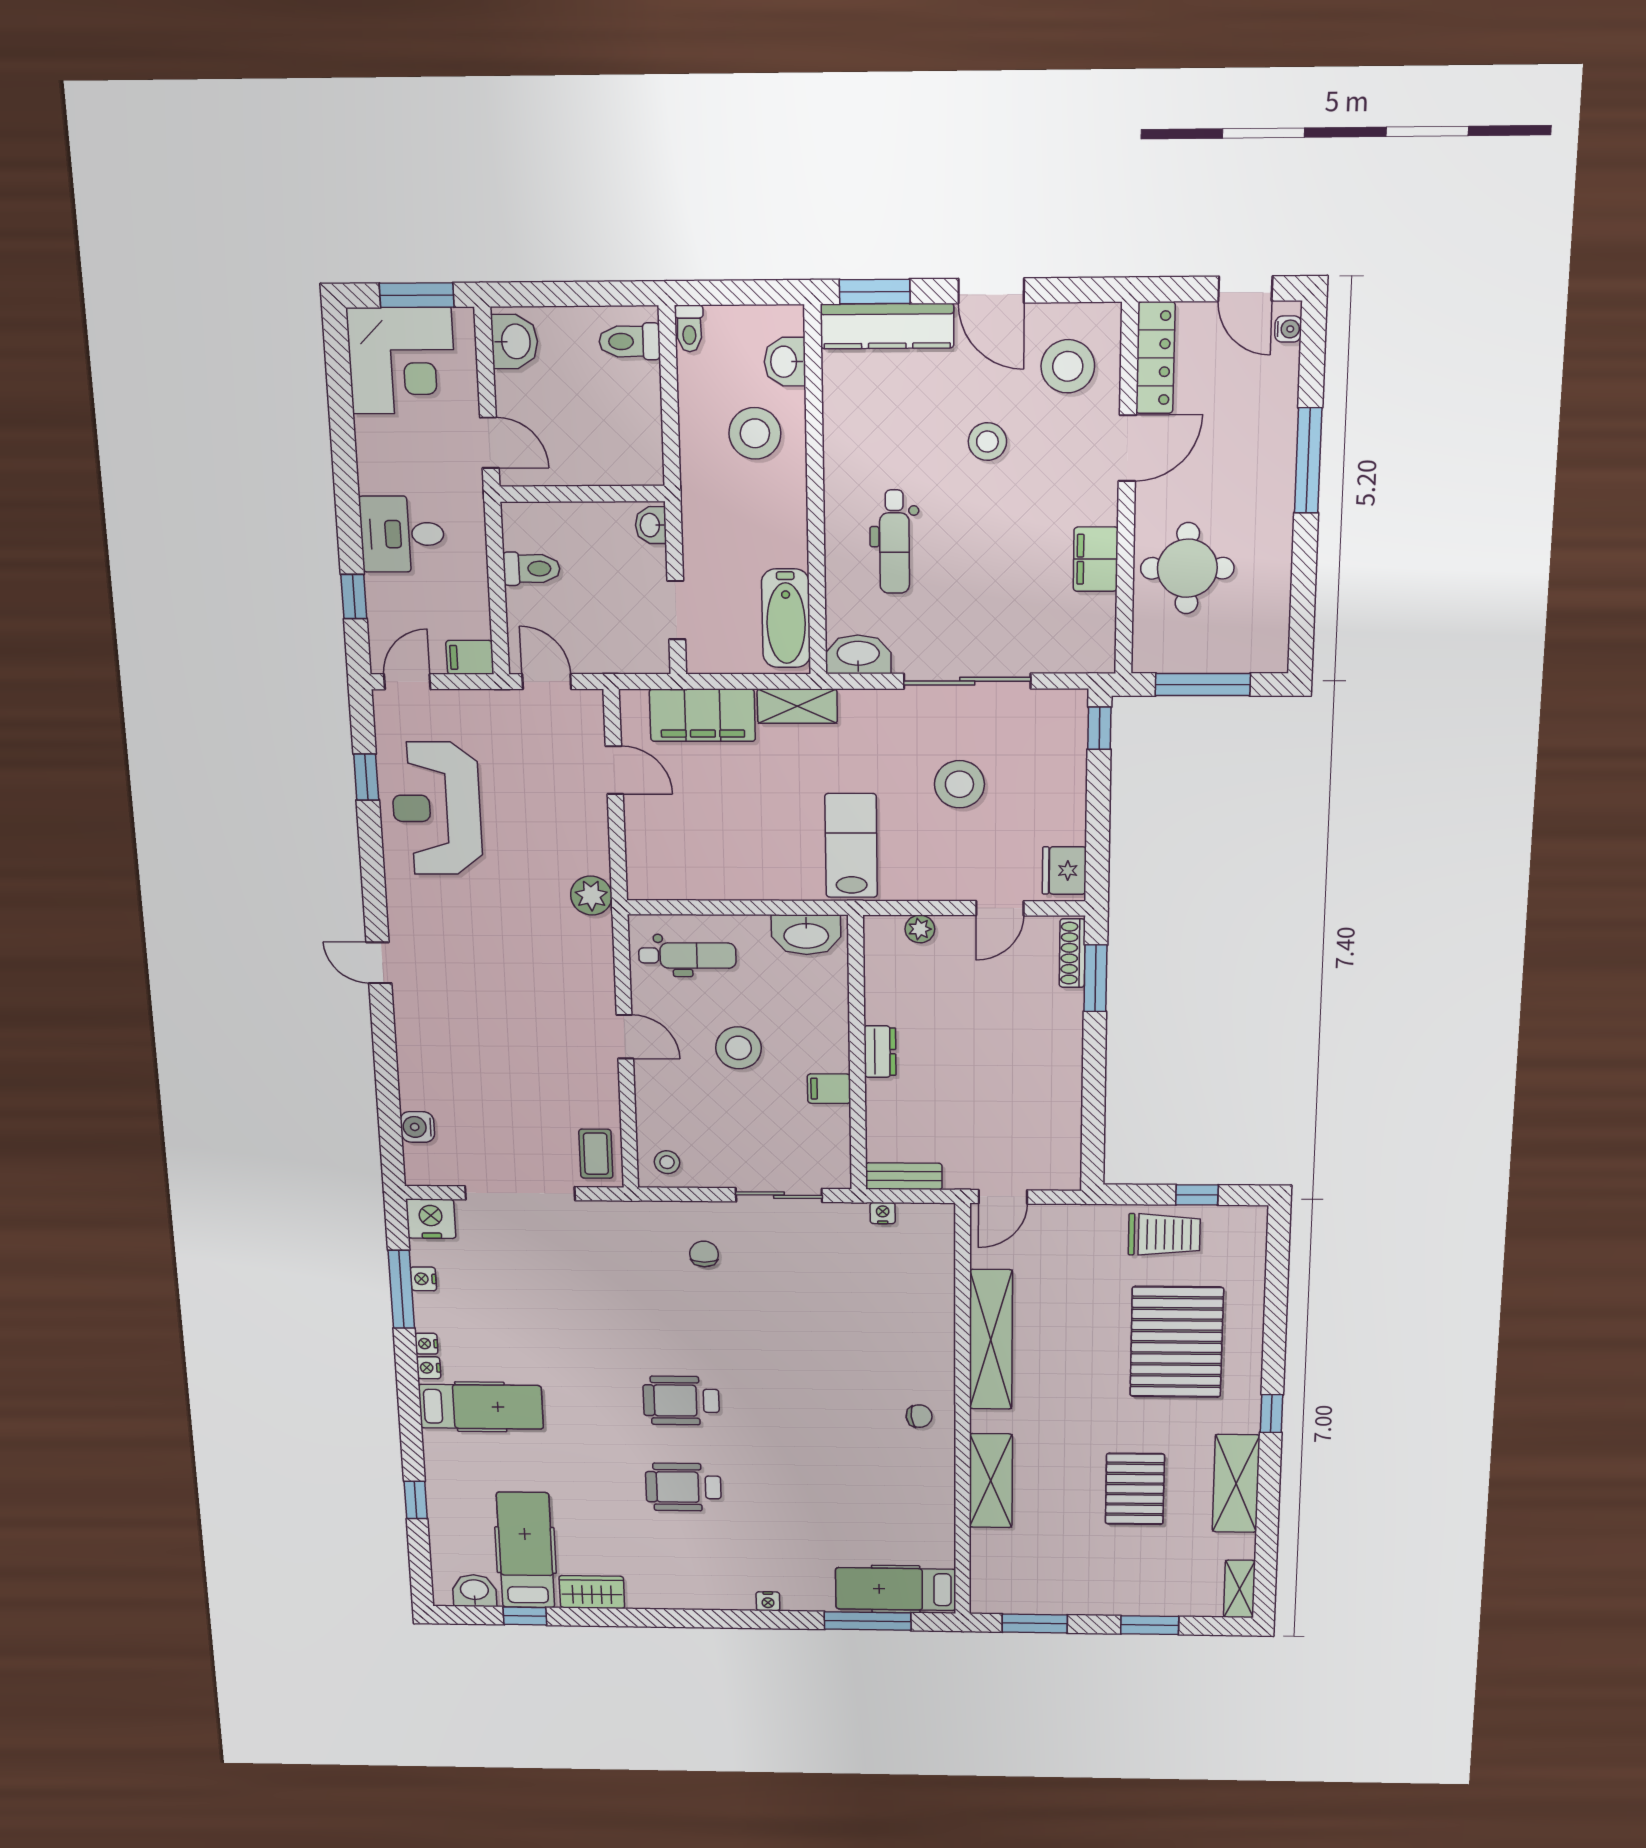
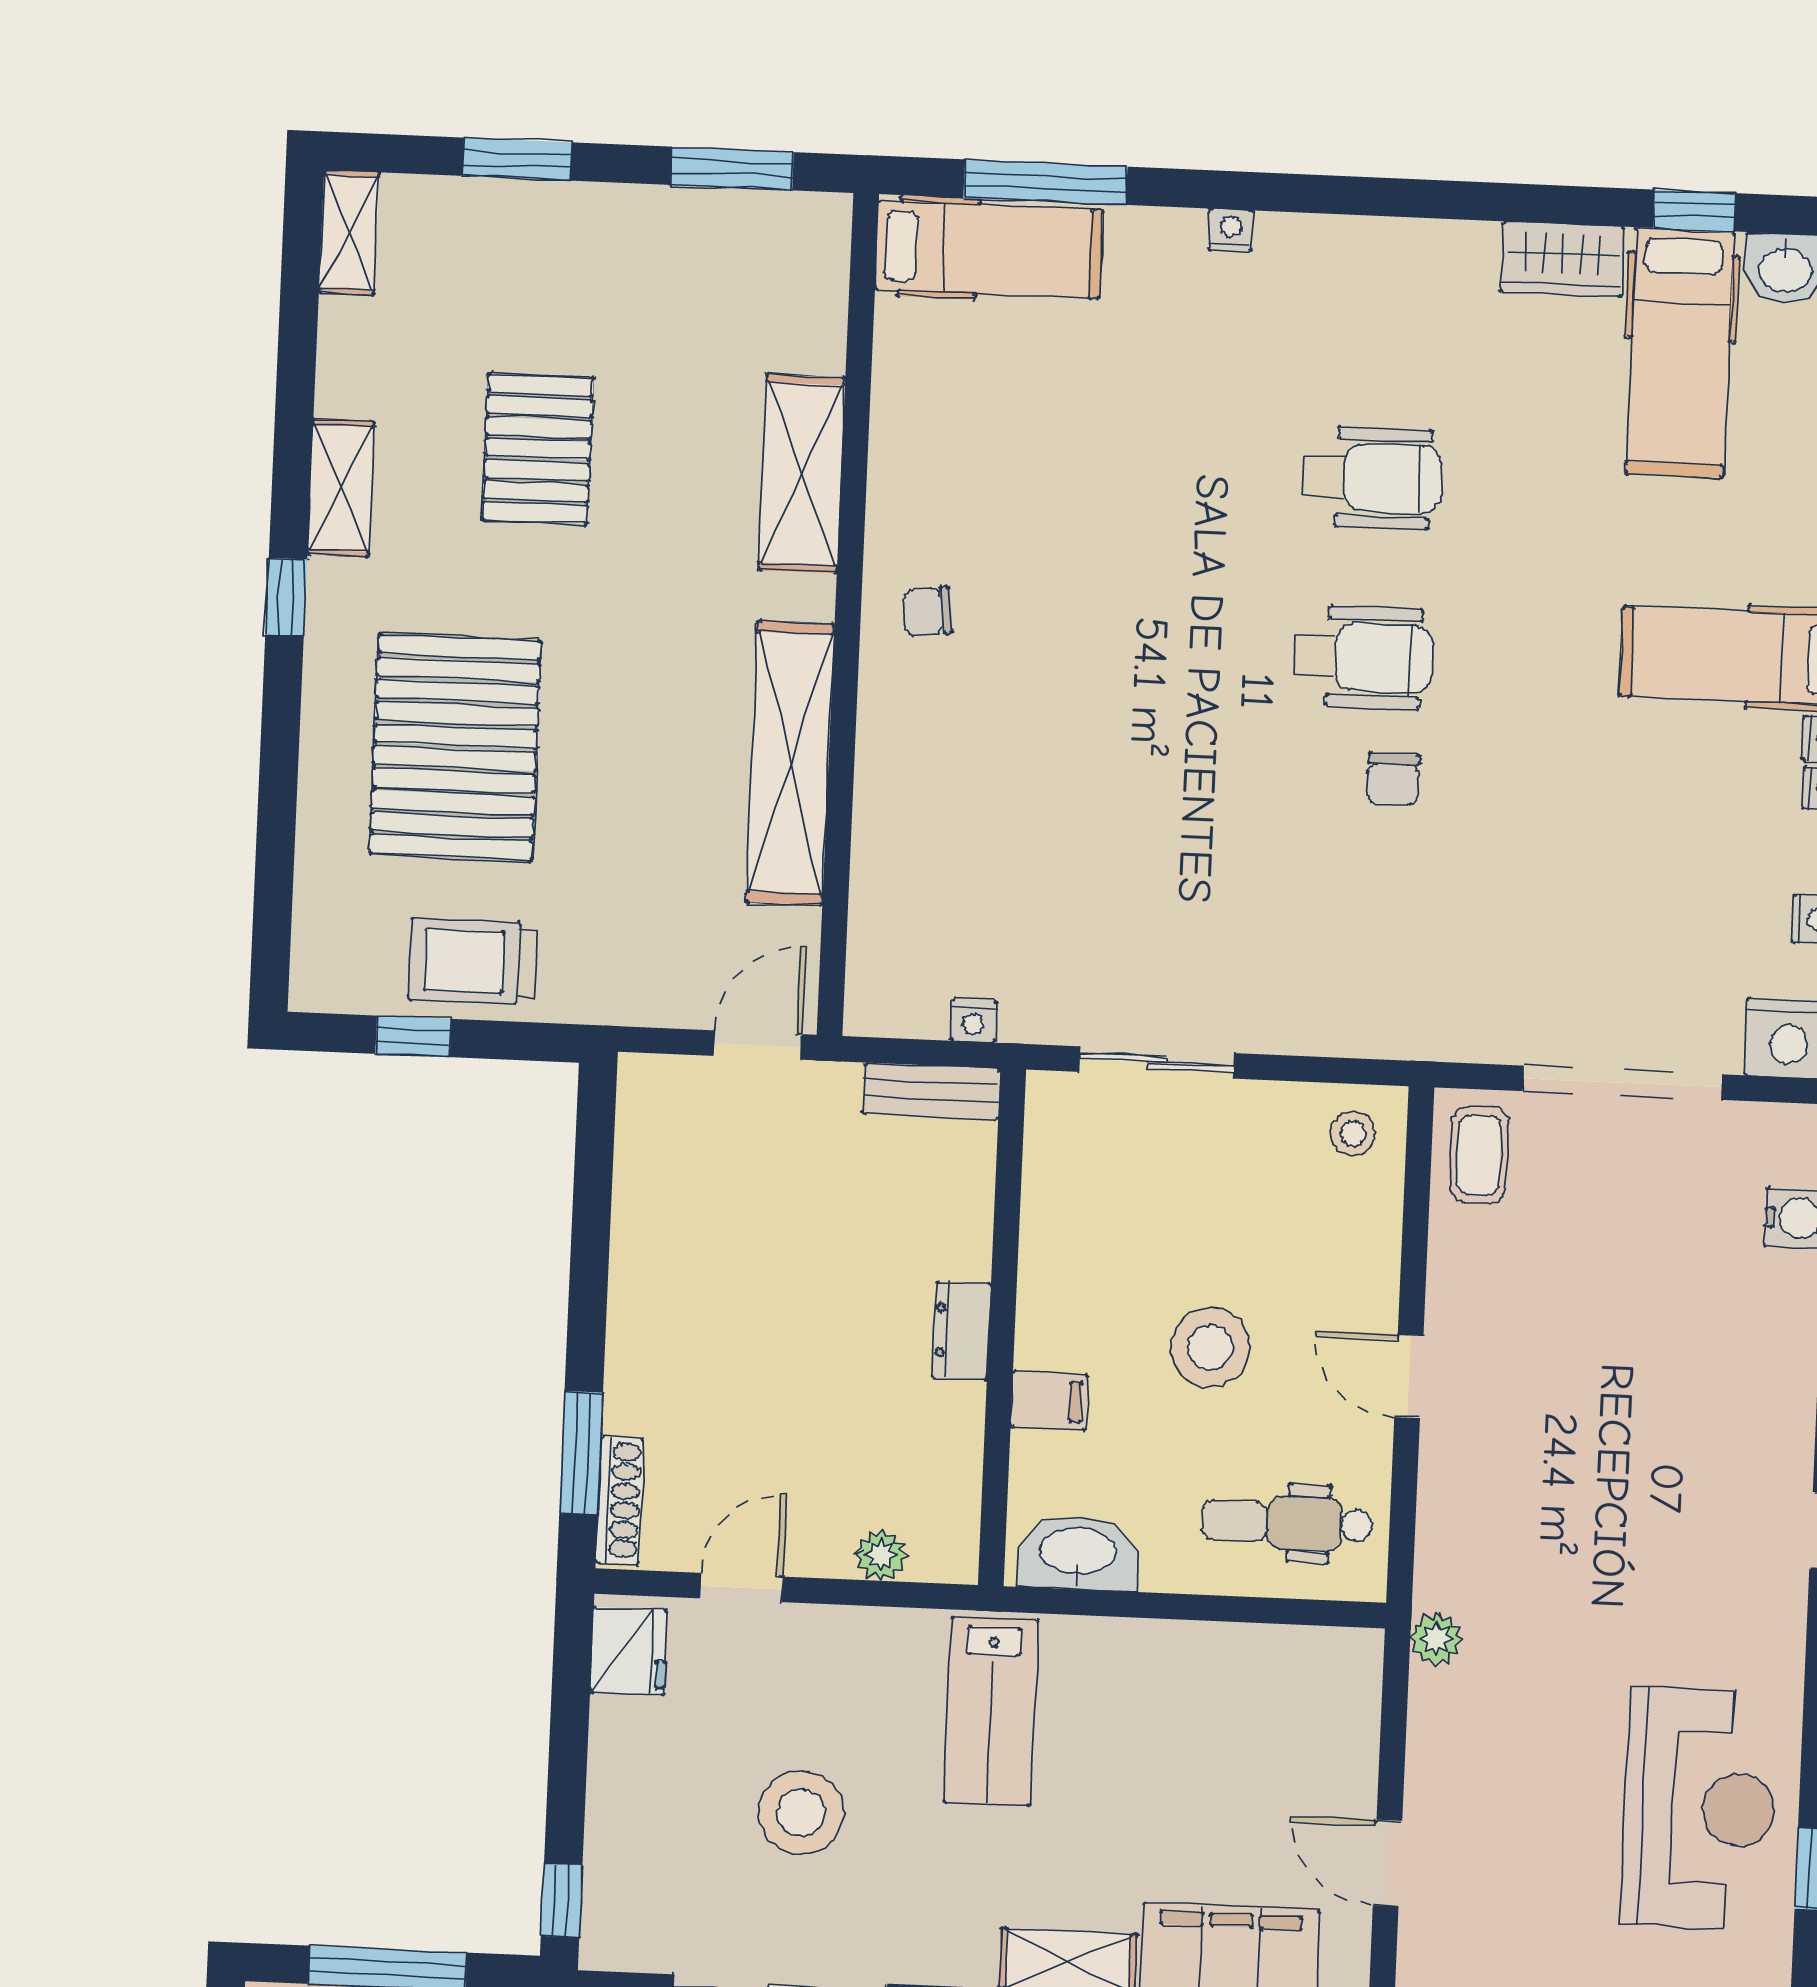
plant: (591, 896) -> (1436, 1639), width x0.73, depth x0.73
filing cabinet: (829, 1089) -> (1049, 1401), moved
chair: (704, 1254) -> (1393, 779), moved
shelving: (1236, 1483) -> (341, 488), width x0.67, depth x0.75

